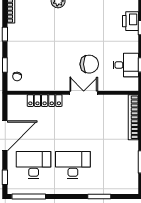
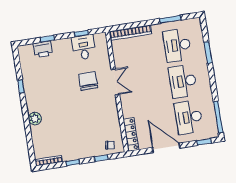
double door: (84, 93) -> (115, 82), swing flipped
locker: (45, 101) -> (131, 134), moved
desk: (112, 165) -> (177, 45), added

